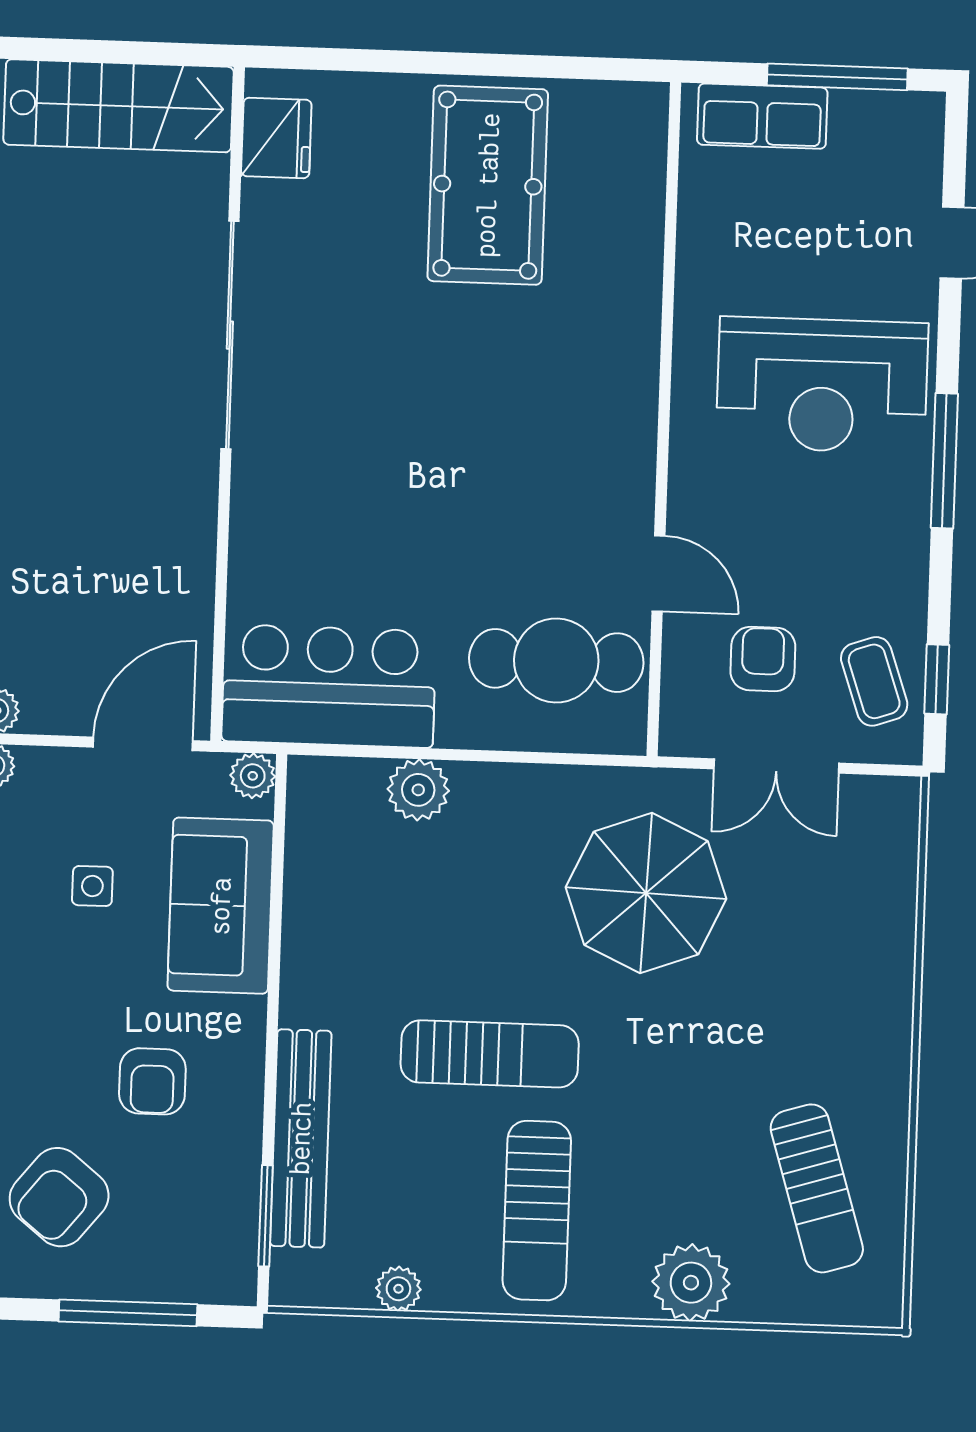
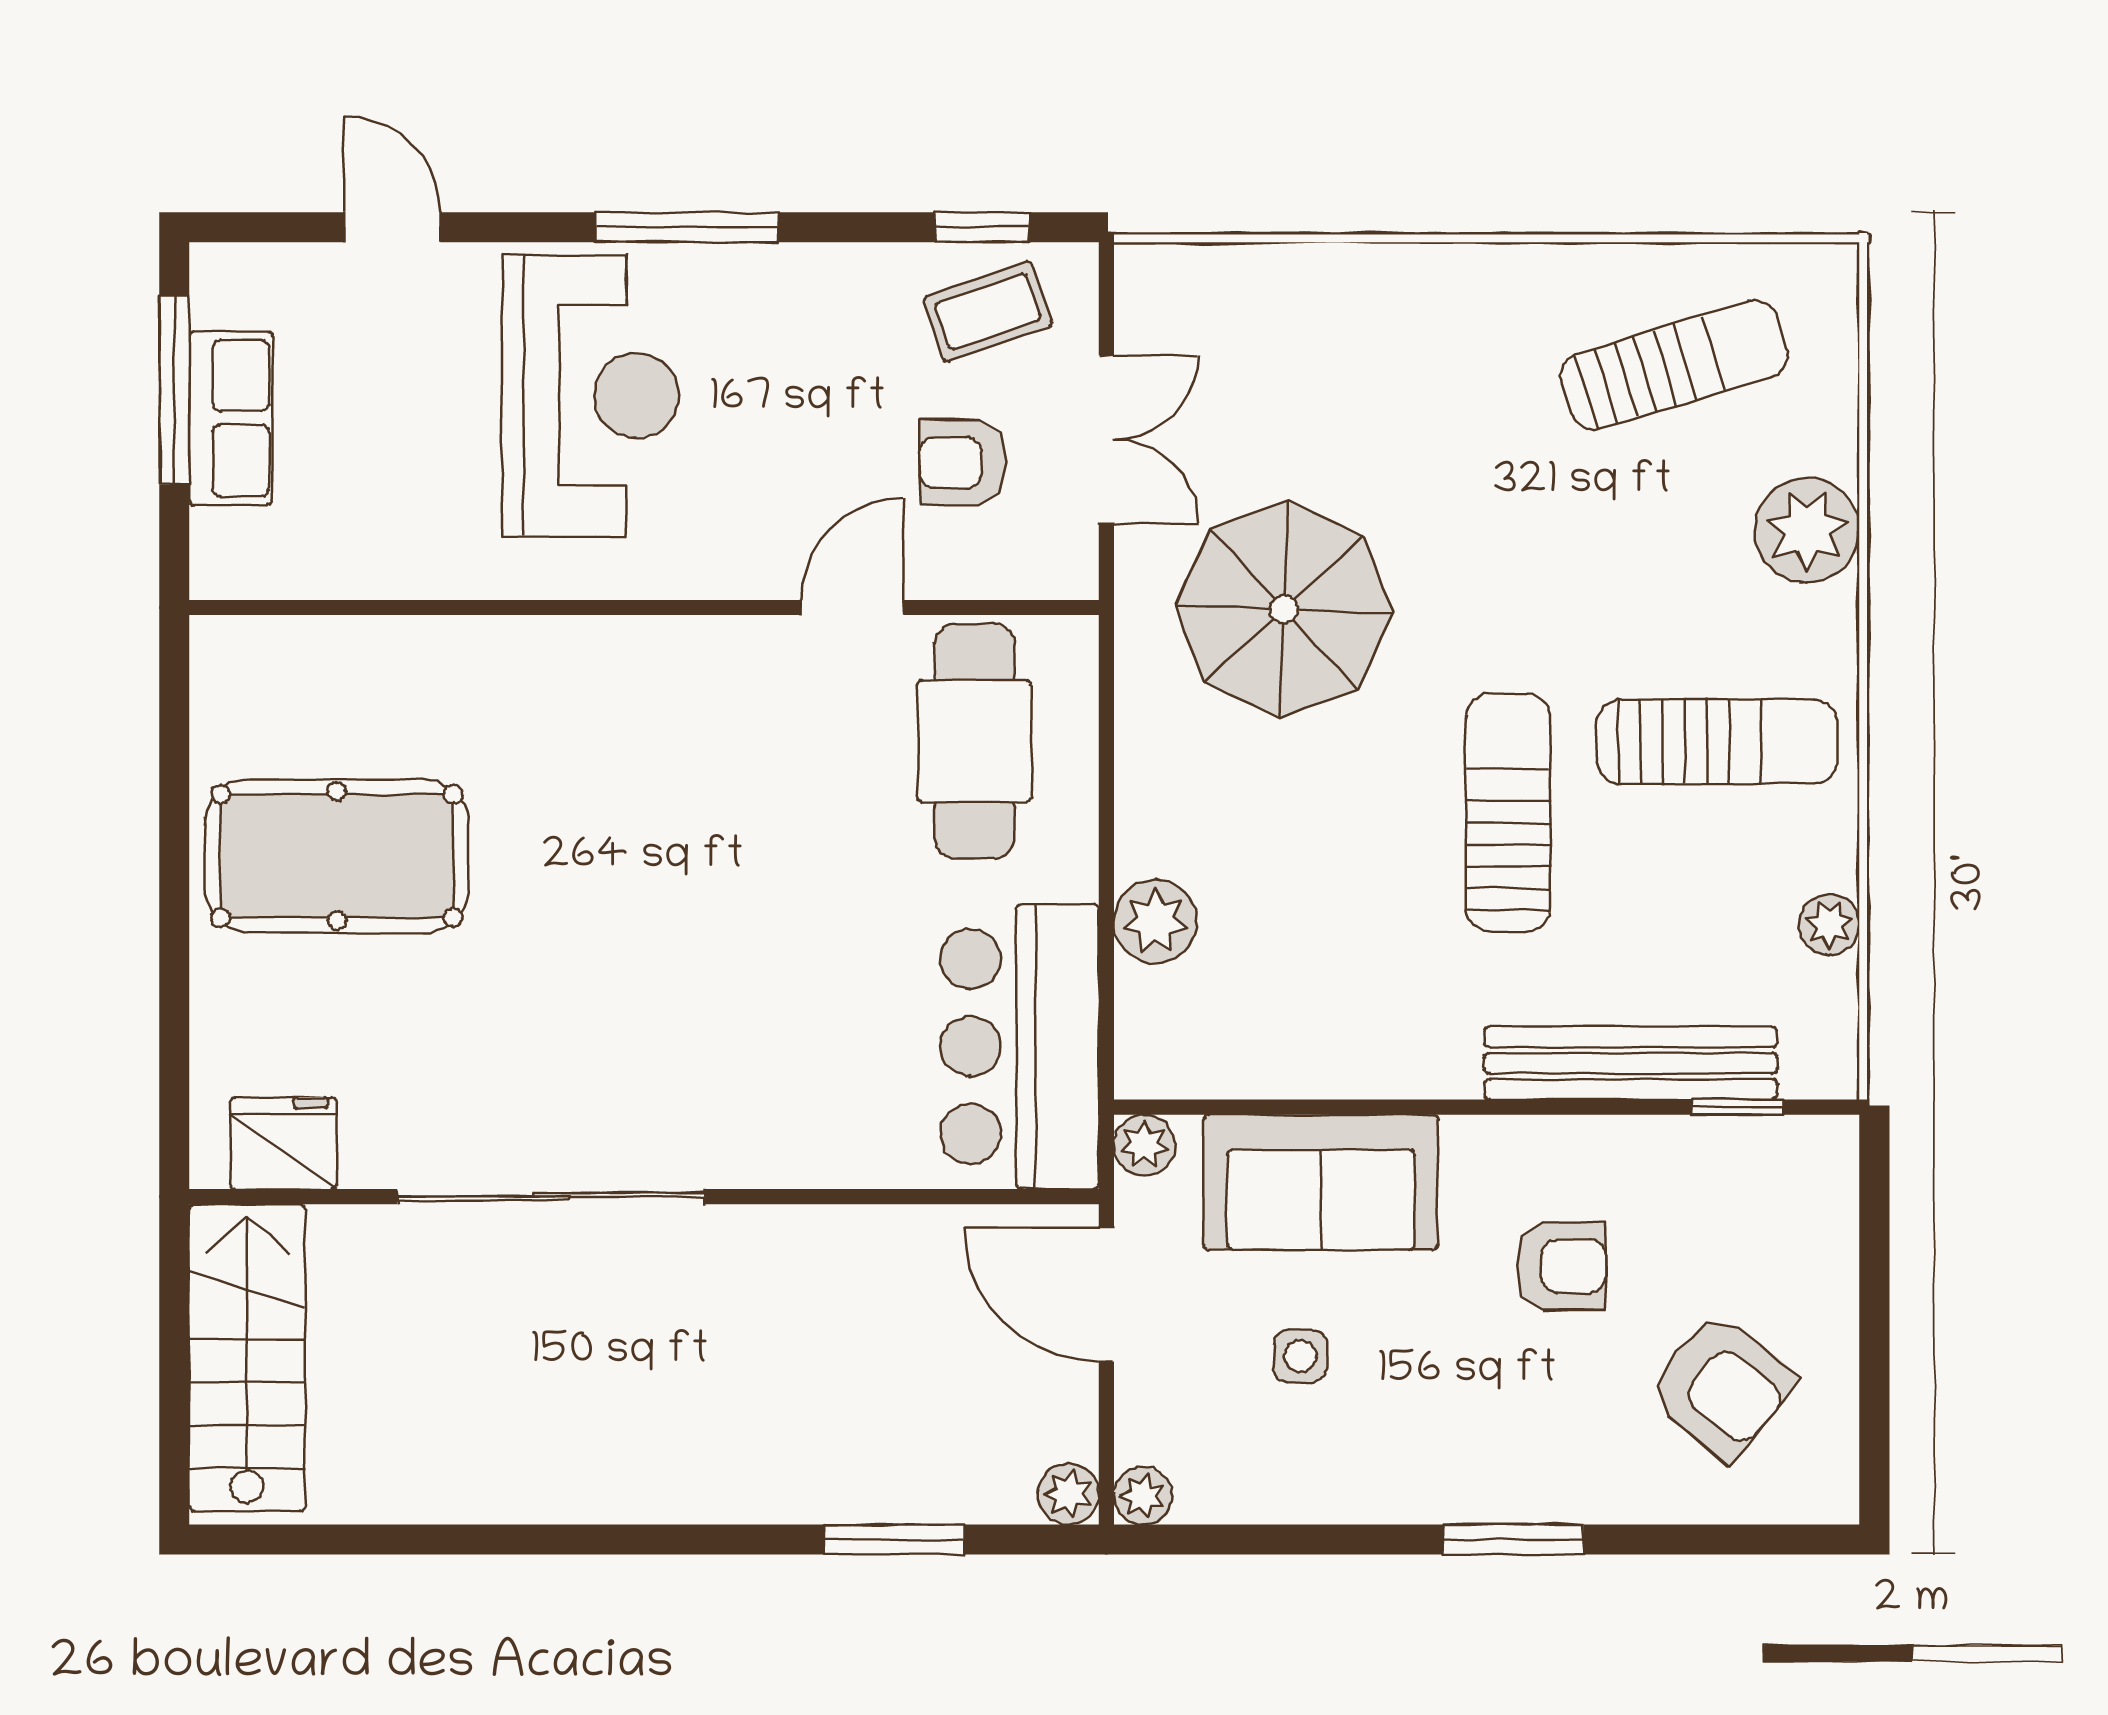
row of seats: (762, 116) -> (231, 418), moved
window: (266, 1216) -> (1737, 1107), width x0.67
window: (128, 1313) -> (1874, 1288), removed

